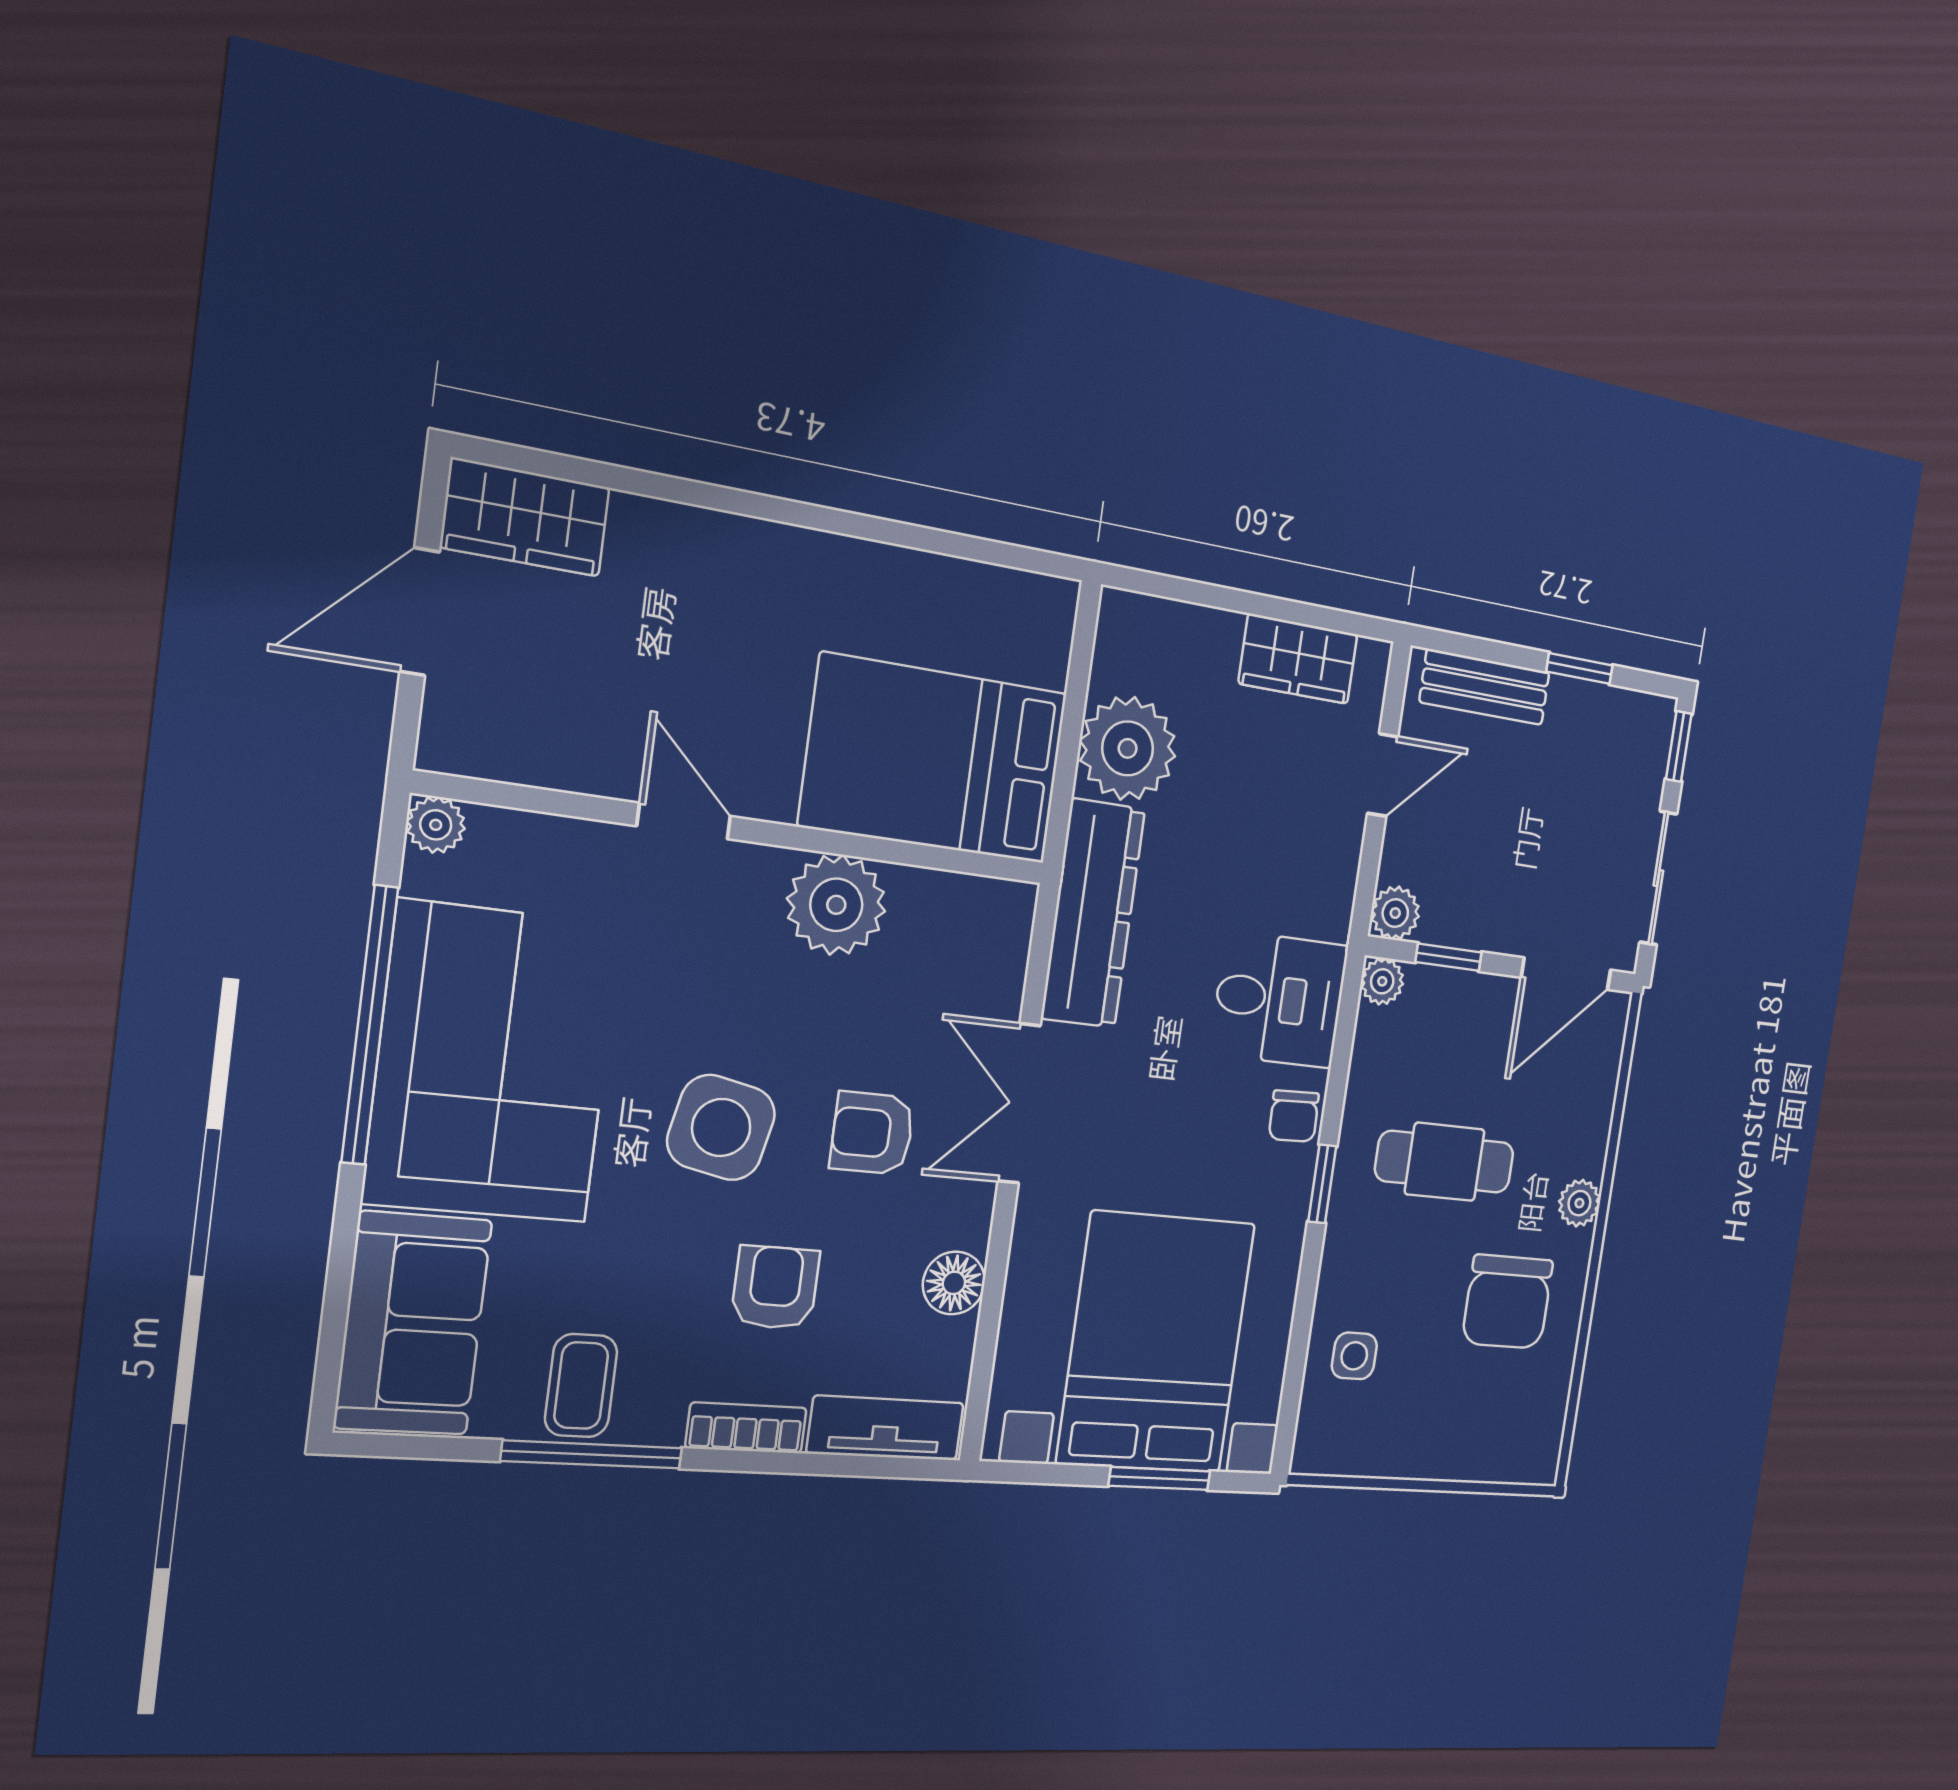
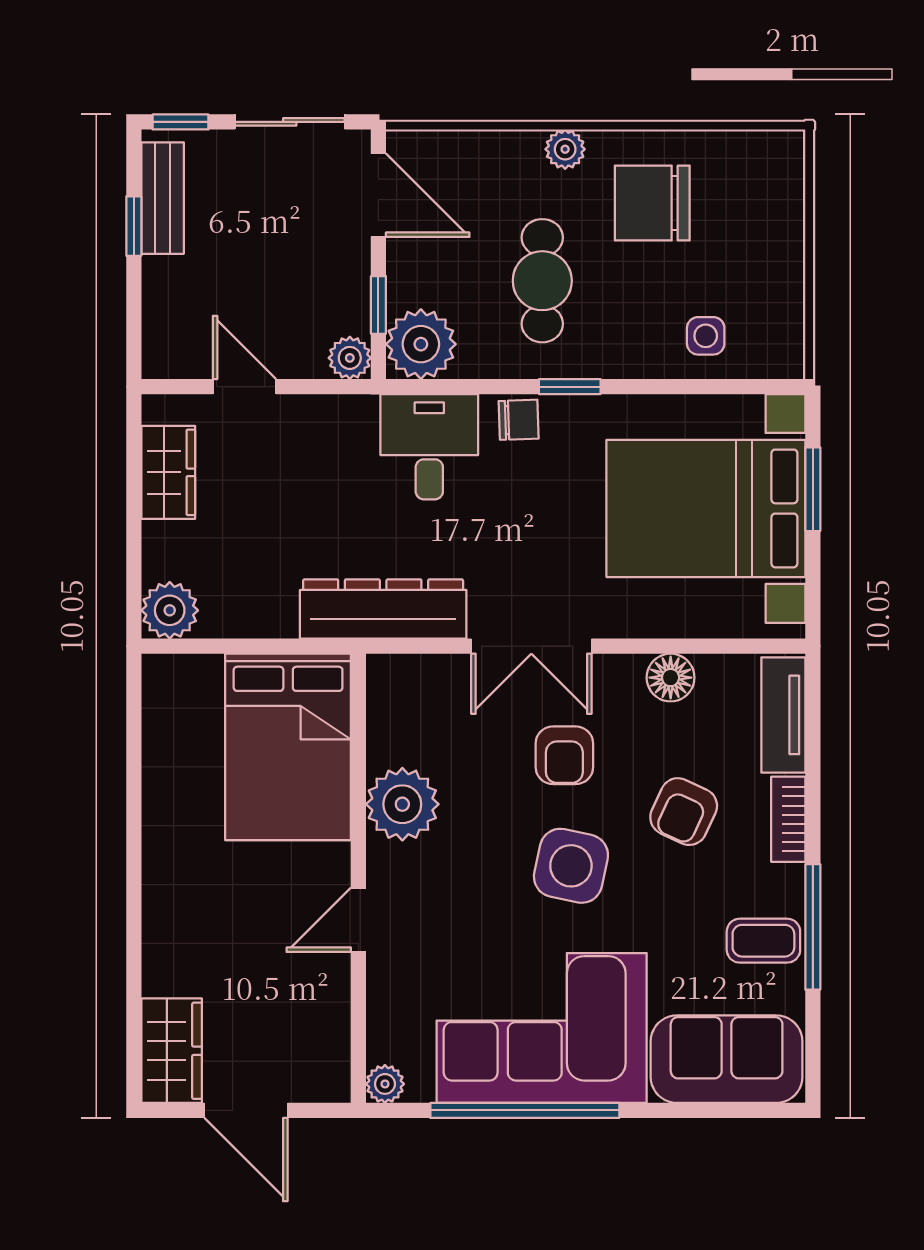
bench: (1485, 687) -> (163, 198), moved
plant: (1128, 748) -> (170, 610), moved, width x0.73, depth x0.73
plant: (1382, 981) -> (421, 344), width x1.87, depth x1.87
armchair: (775, 1288) -> (684, 812), turned -65
chair: (1507, 1302) -> (652, 203), turned 180

